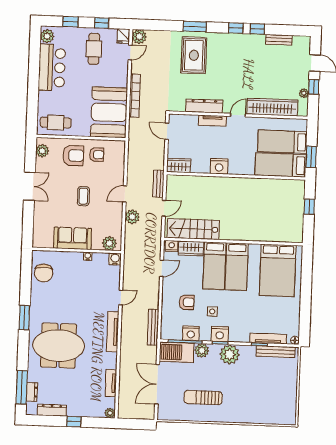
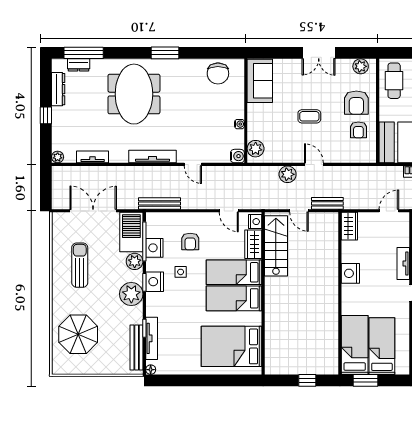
sofa: (73, 238) -> (260, 81), moved
chair: (44, 273) -> (218, 73), turned -90
parasol: (262, 401) -> (78, 334), added

